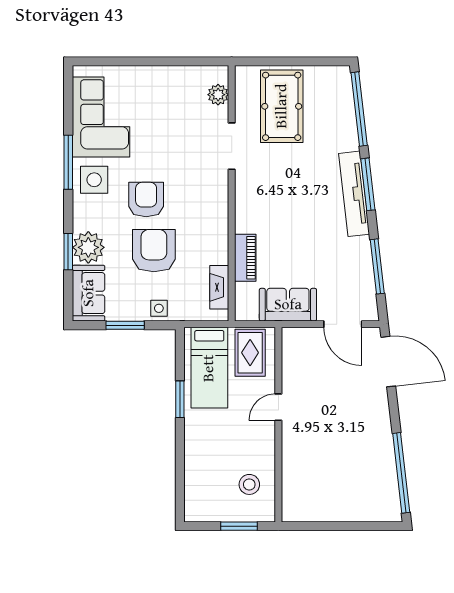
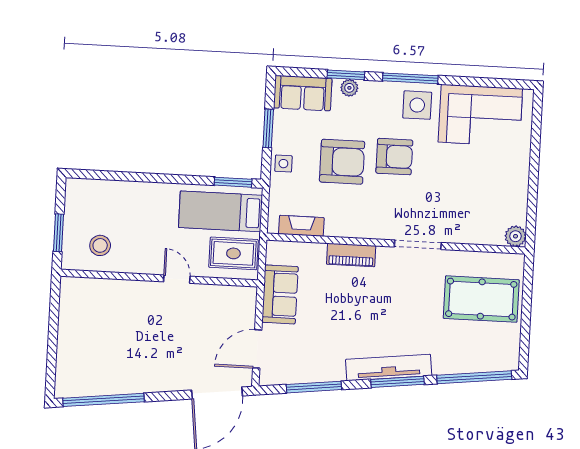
plant: (218, 95) -> (516, 236), moved
doorway: (232, 146) -> (418, 245), moved
window: (68, 162) -> (410, 78), moved
plant: (88, 247) -> (349, 88), width x0.53, depth x0.53
piano: (245, 258) -> (351, 255), moved
window: (180, 399) -> (233, 182), moved

